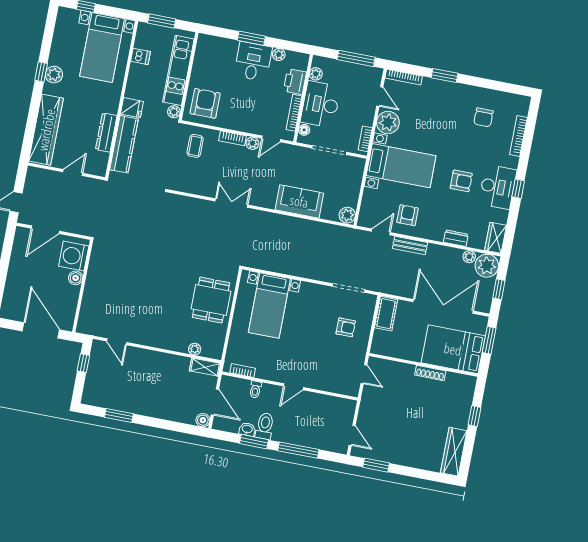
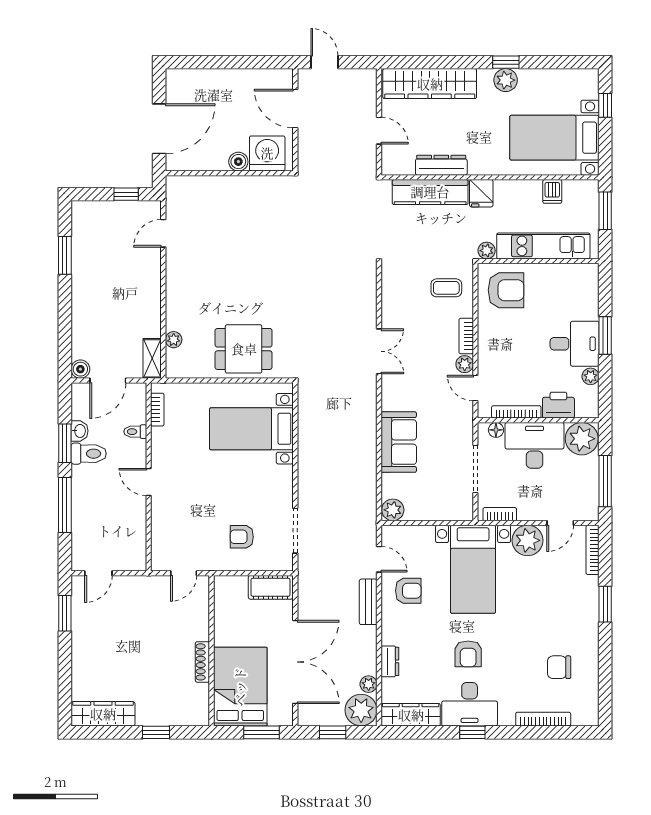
plant: (316, 74) -> (582, 439), width x1.87, depth x1.87
wardrobe: (496, 238) -> (411, 715), width x1.50
armchair: (346, 327) -> (242, 537), turned 90

